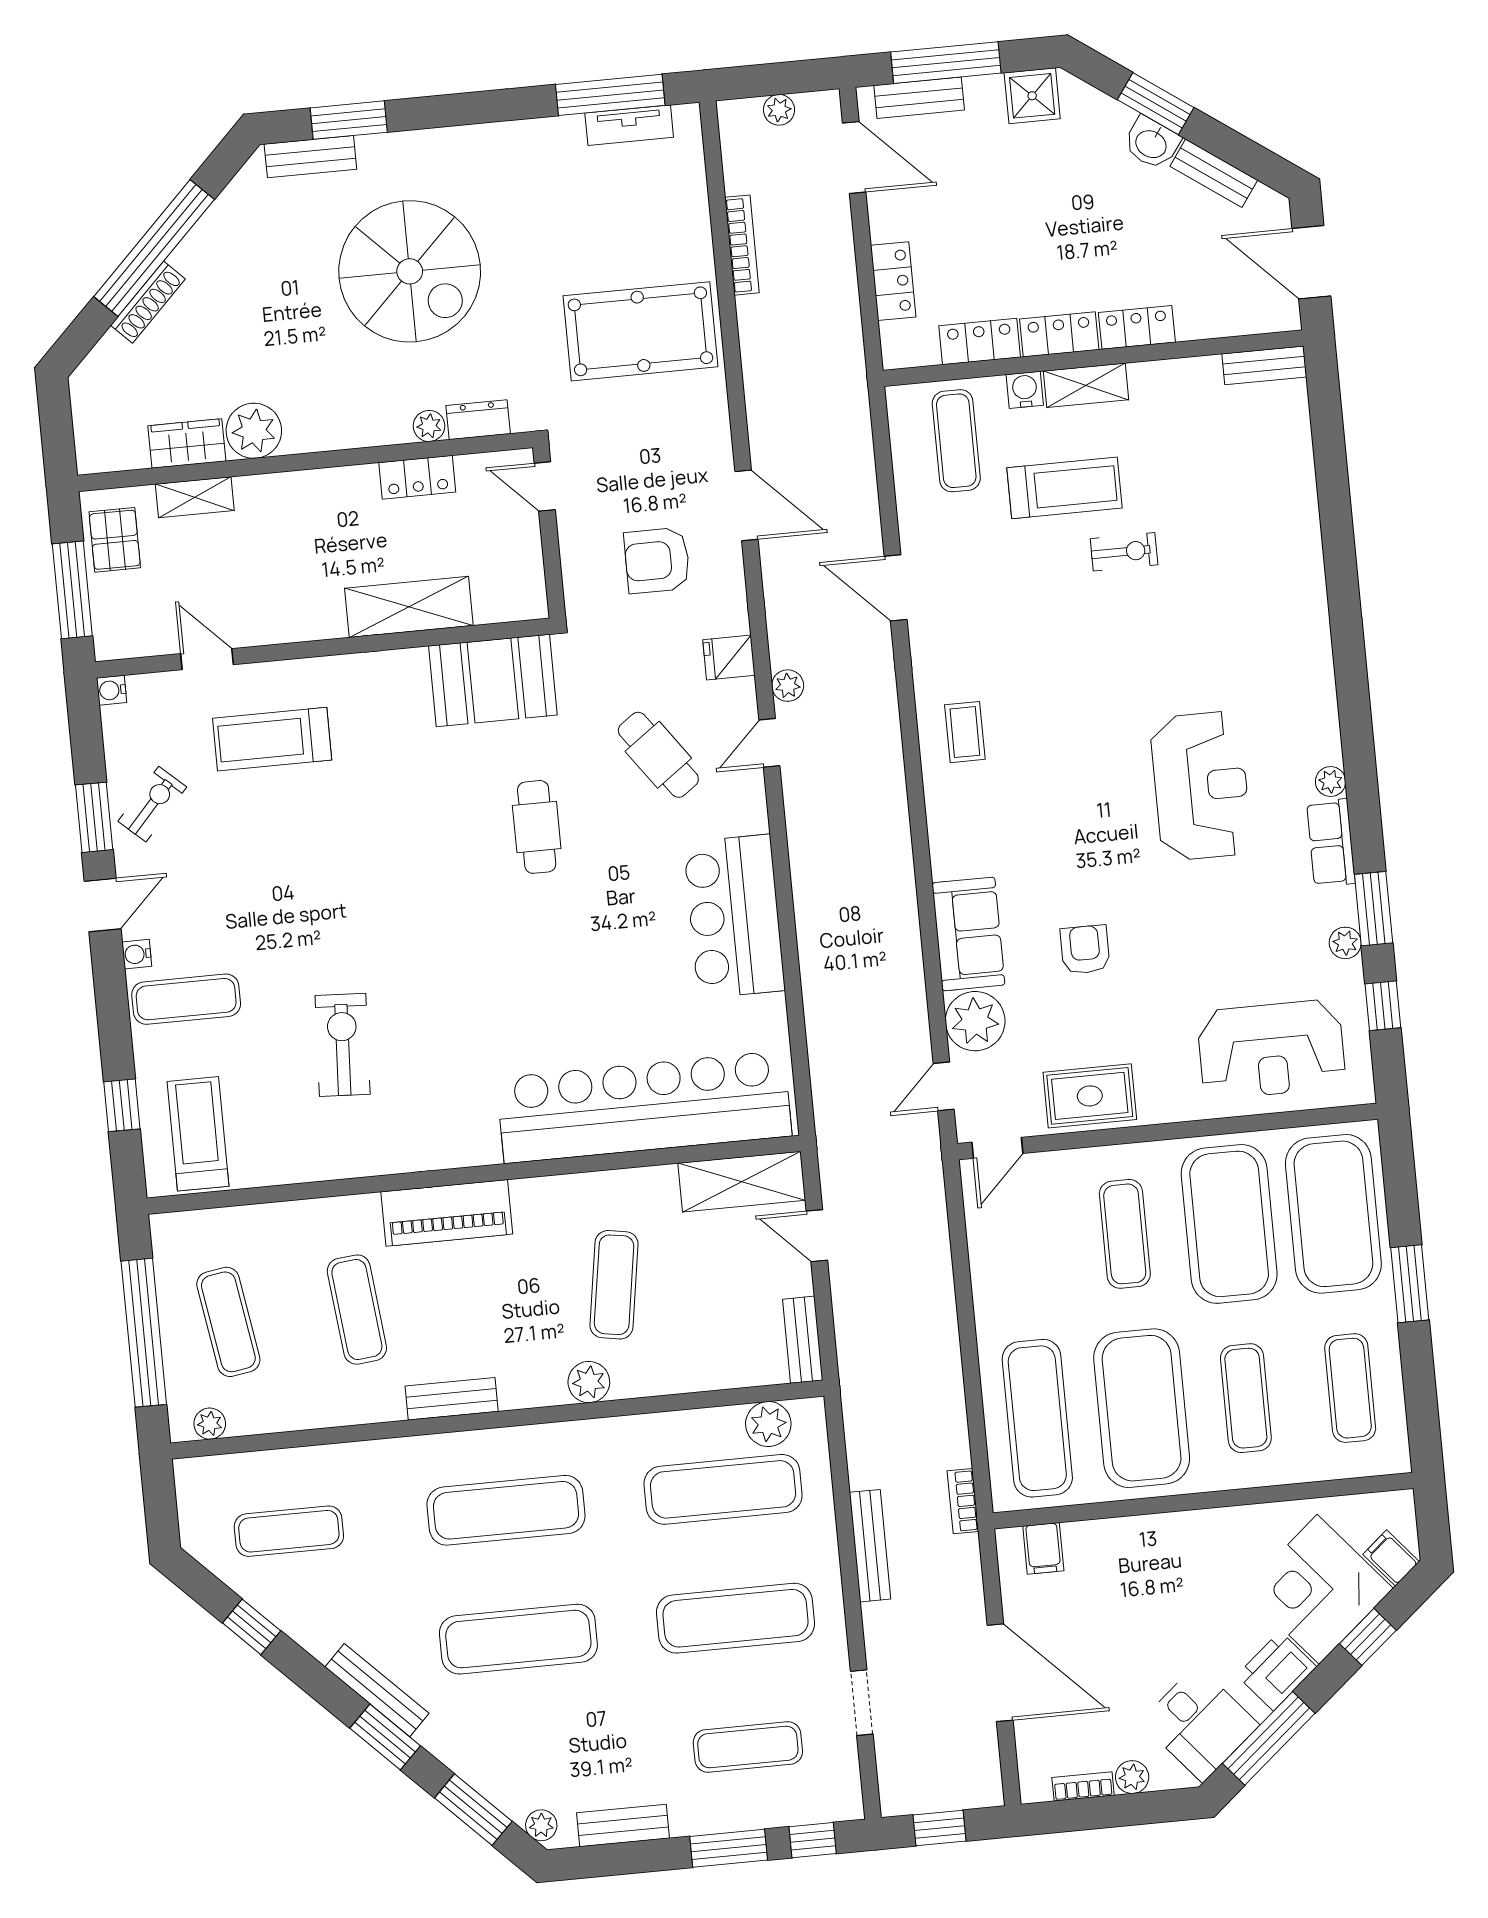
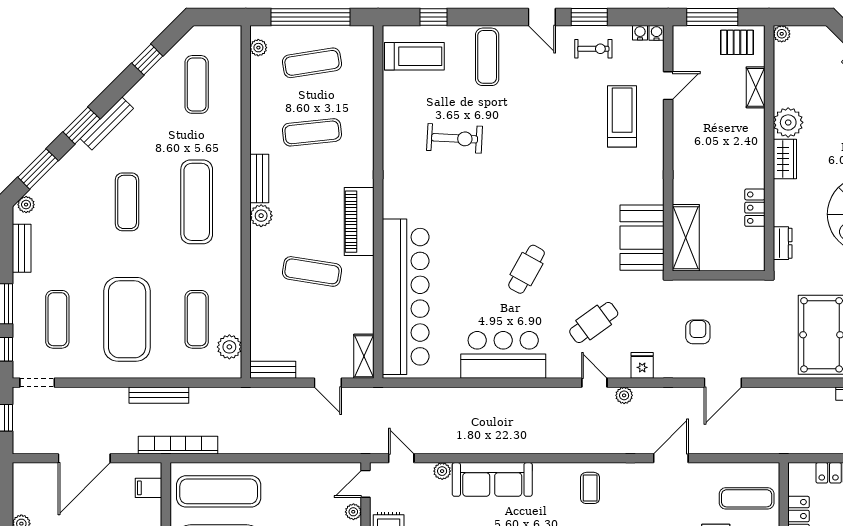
plant: (429, 426) -> (782, 34), moved
wardrobe: (187, 443) -> (785, 159), moved
door: (545, 486) -> (743, 275), removed
armchair: (657, 560) -> (698, 332), width x0.72, depth x0.72
shelving: (409, 607) -> (686, 238), moved
coffee table: (965, 732) -> (590, 488), turned 90
exercise bike: (152, 804) -> (593, 49), turned -42
cafe table: (537, 827) -> (527, 269), moved, turned -61
sofa: (968, 934) -> (492, 479), width x1.36
water cooler: (137, 954) -> (640, 33), moved
plant: (975, 1021) -> (442, 471), width x0.53, depth x0.53
door: (997, 1148) -> (366, 484), hinge flipped
plant: (1051, 1166) -> (353, 512), added
shelving: (742, 1182) -> (364, 356), width x0.67, depth x0.75
piano: (447, 1213) -> (359, 222), moved
door: (817, 1236) -> (328, 383), swing flipped
plant: (589, 1382) -> (261, 216), moved
exercise mat: (723, 1489) -> (197, 319), width x0.73, depth x0.69
bookcase: (963, 1501) -> (178, 445), width x2.31, depth x1.31
exercise mat: (735, 1618) -> (127, 319), width x1.47
exercise mat: (518, 1639) -> (127, 202), width x0.73, depth x0.69
doorway: (862, 1703) -> (37, 383), moved
bookcase: (1083, 1786) -> (19, 497), removed

